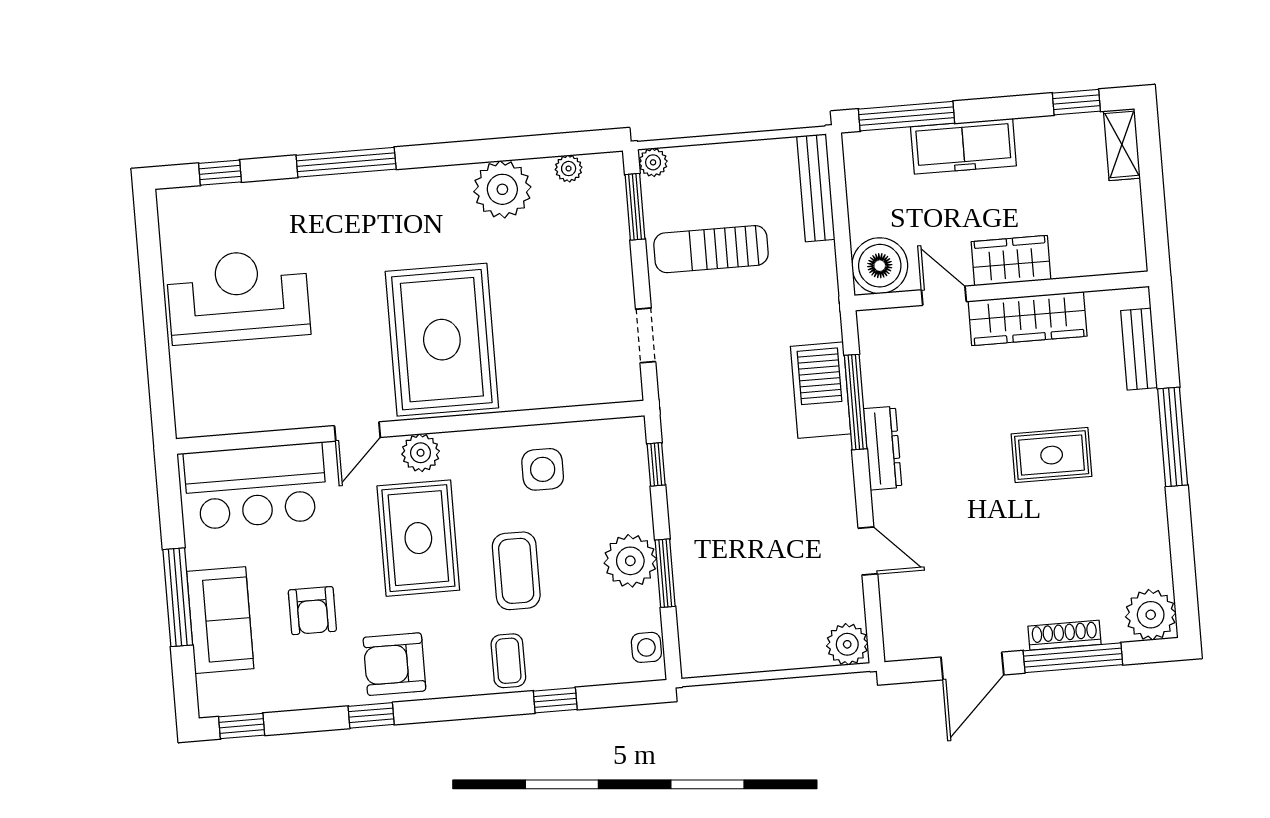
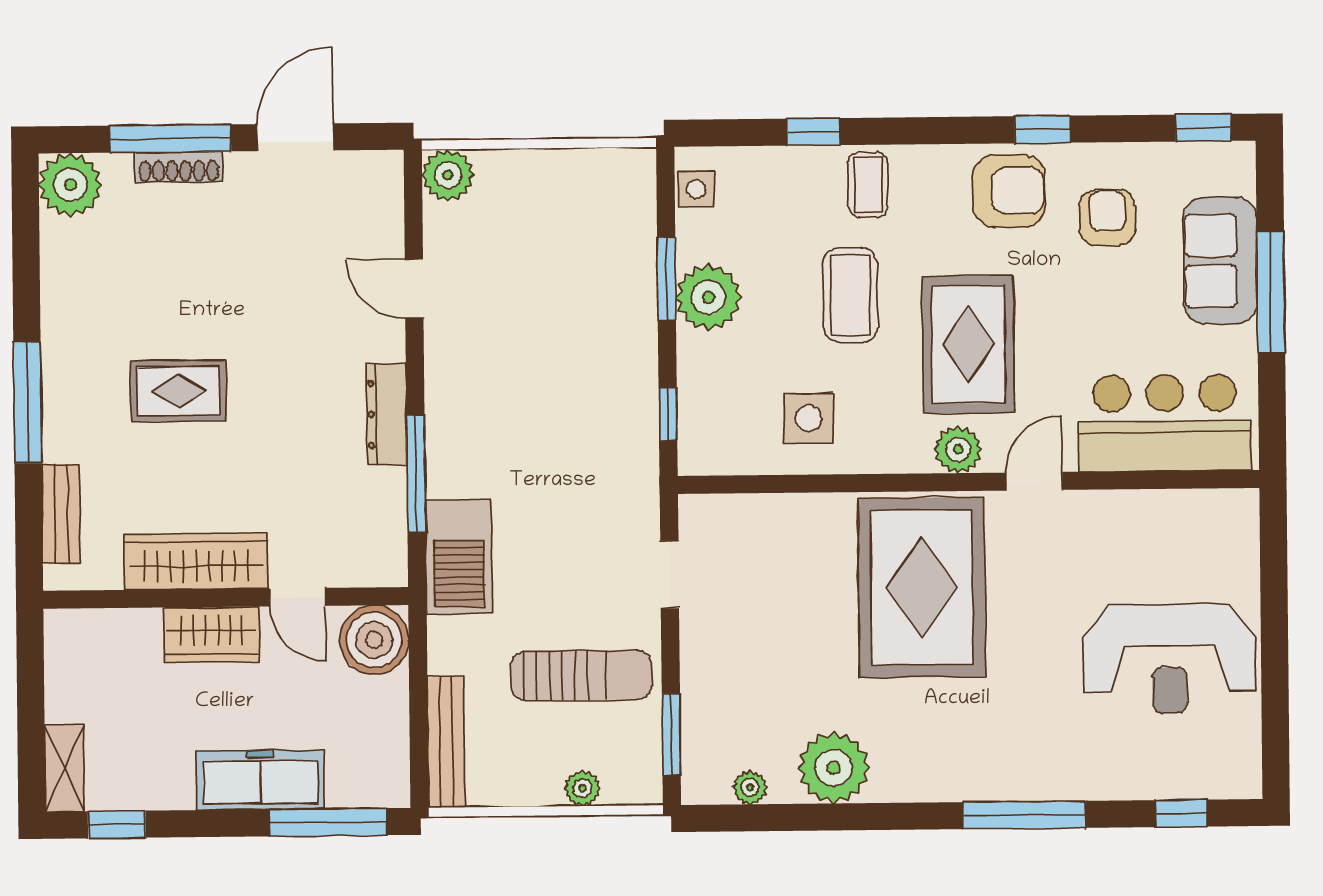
plant: (653, 162) -> (582, 788), moved
barbecue: (821, 390) -> (459, 557), moved
armchair: (312, 611) -> (1107, 218), moved

